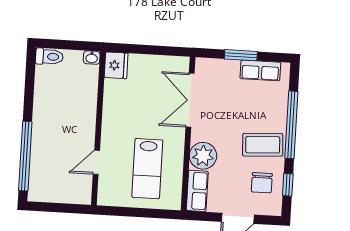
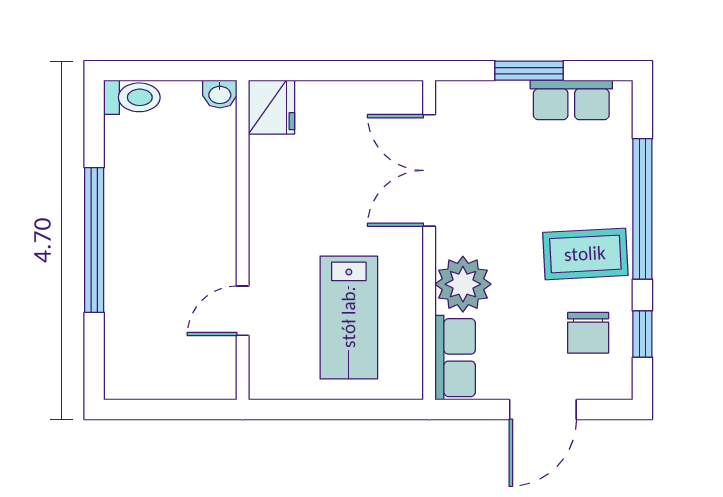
window: (25, 156) -> (94, 240), moved

